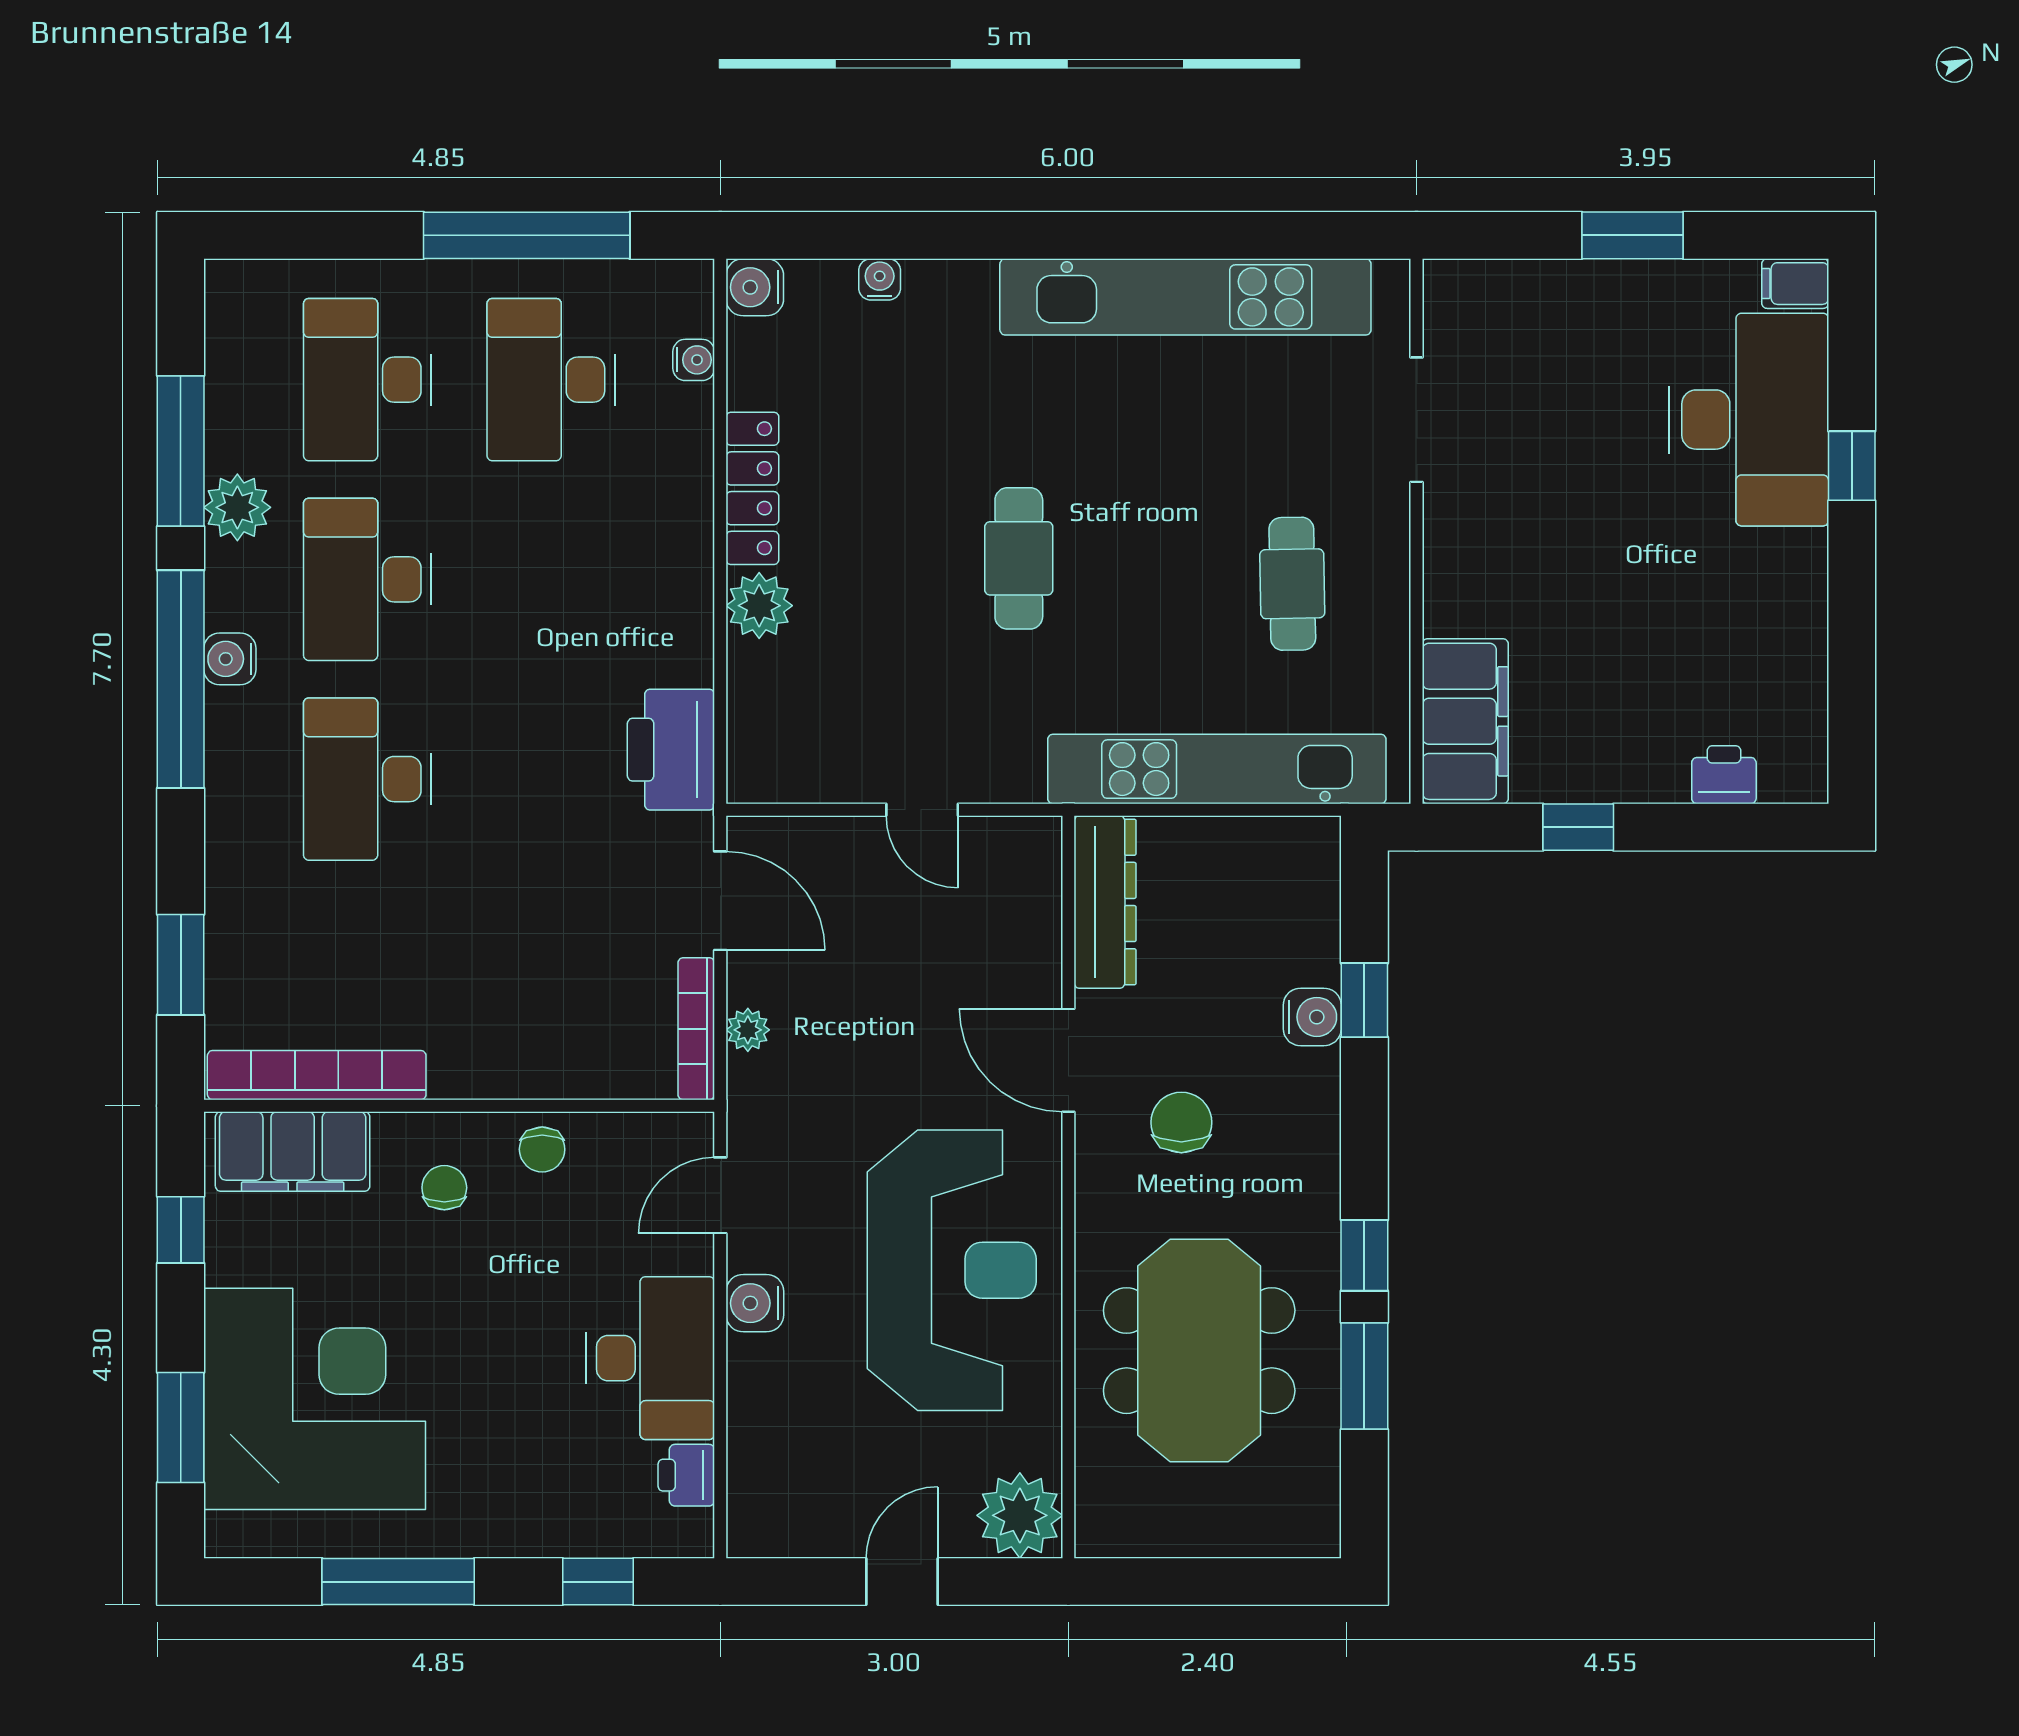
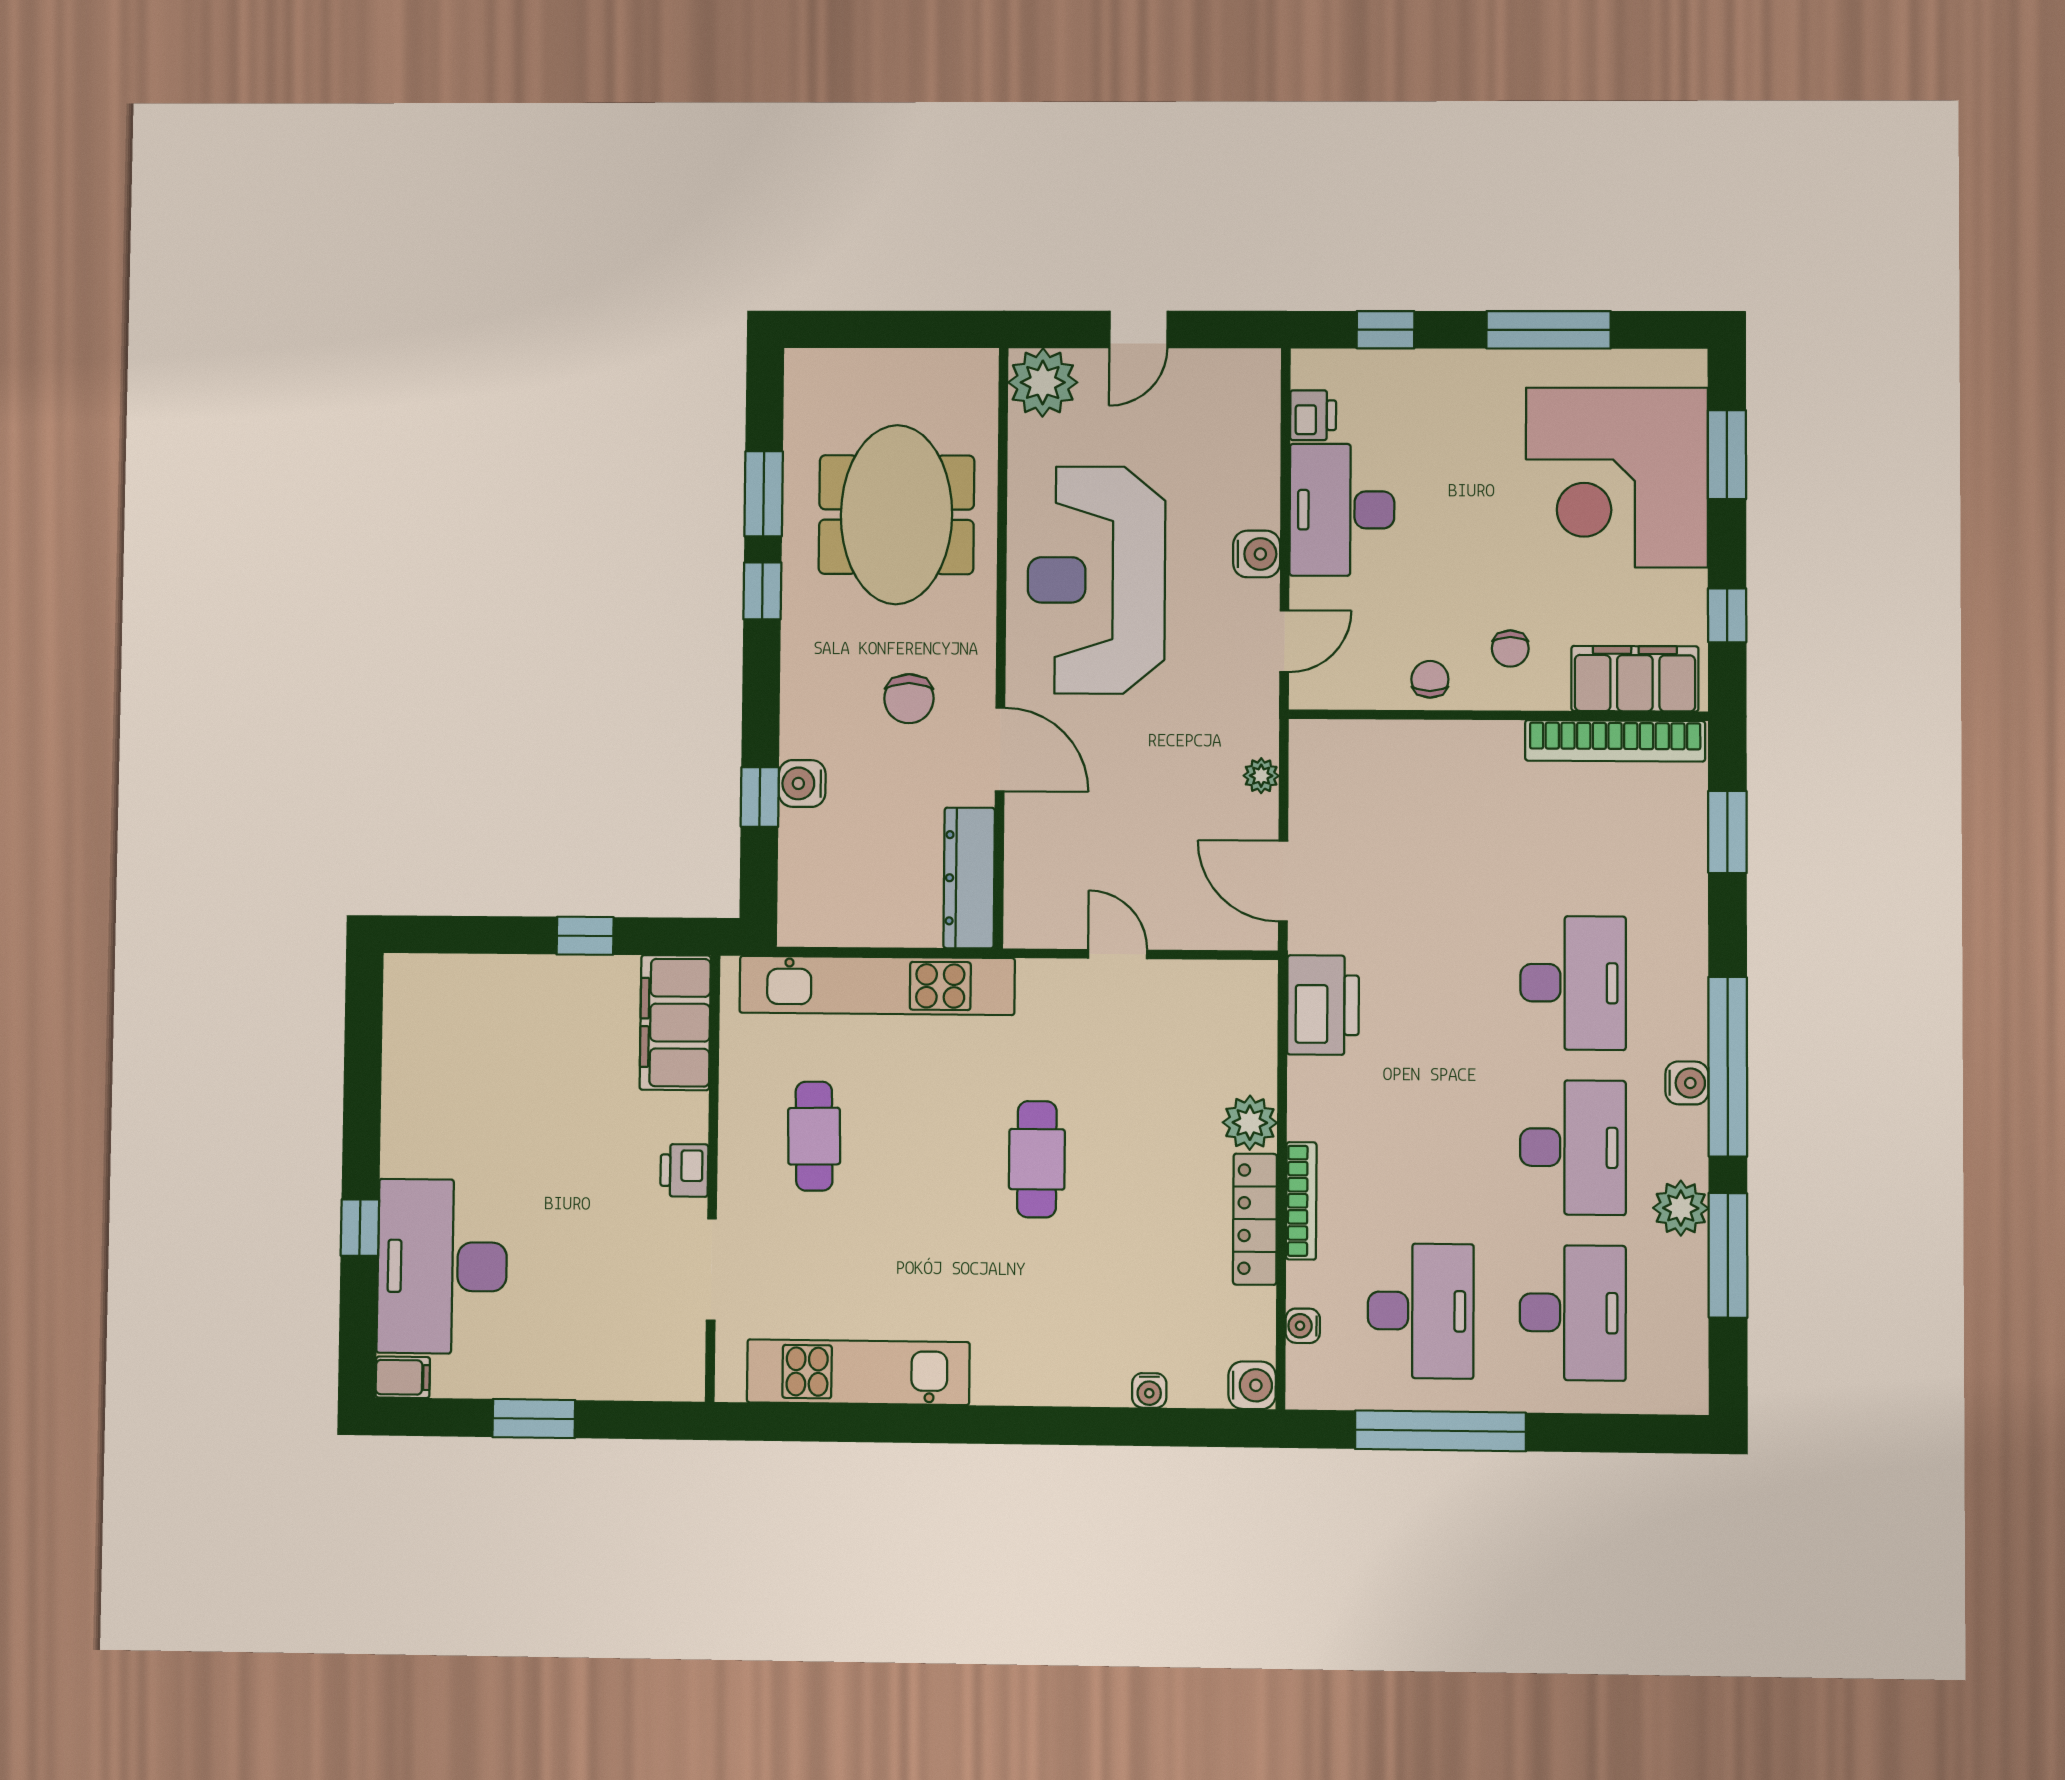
kitchen unit: (1185, 297) -> (858, 1372), width x0.73
printer: (1724, 775) -> (684, 1170), moved, turned 90
bookcase: (696, 1029) -> (1301, 1201), moved

